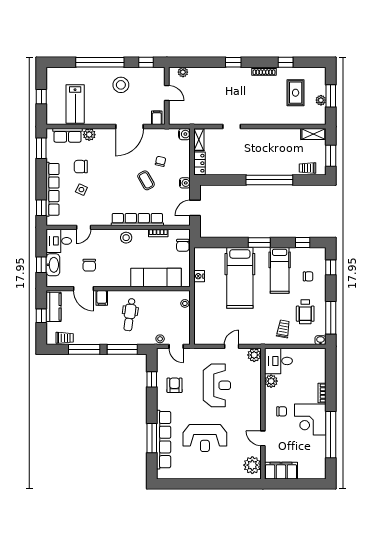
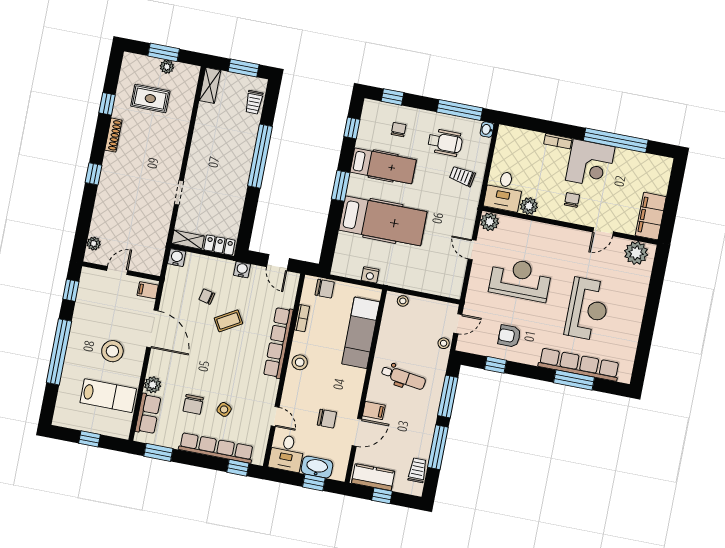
stool: (121, 85) -> (112, 351), moved

